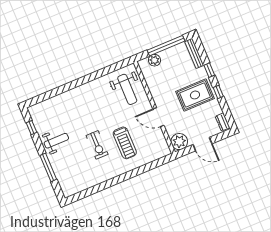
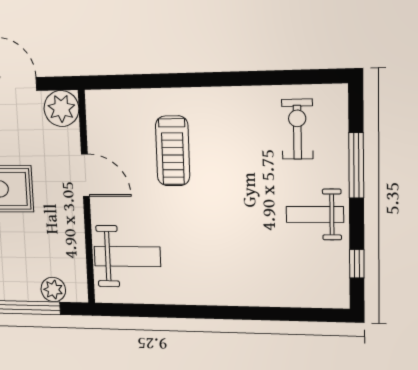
weight bench: (127, 89) -> (127, 256), turned 90
treadmill: (125, 143) -> (173, 151), turned 180
exercise bike: (97, 145) -> (297, 129), moved

